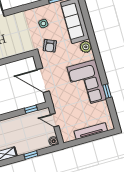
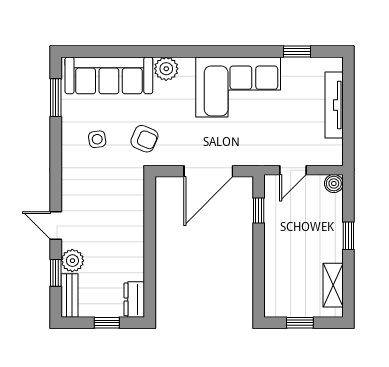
window: (107, 91) -> (297, 51), moved

